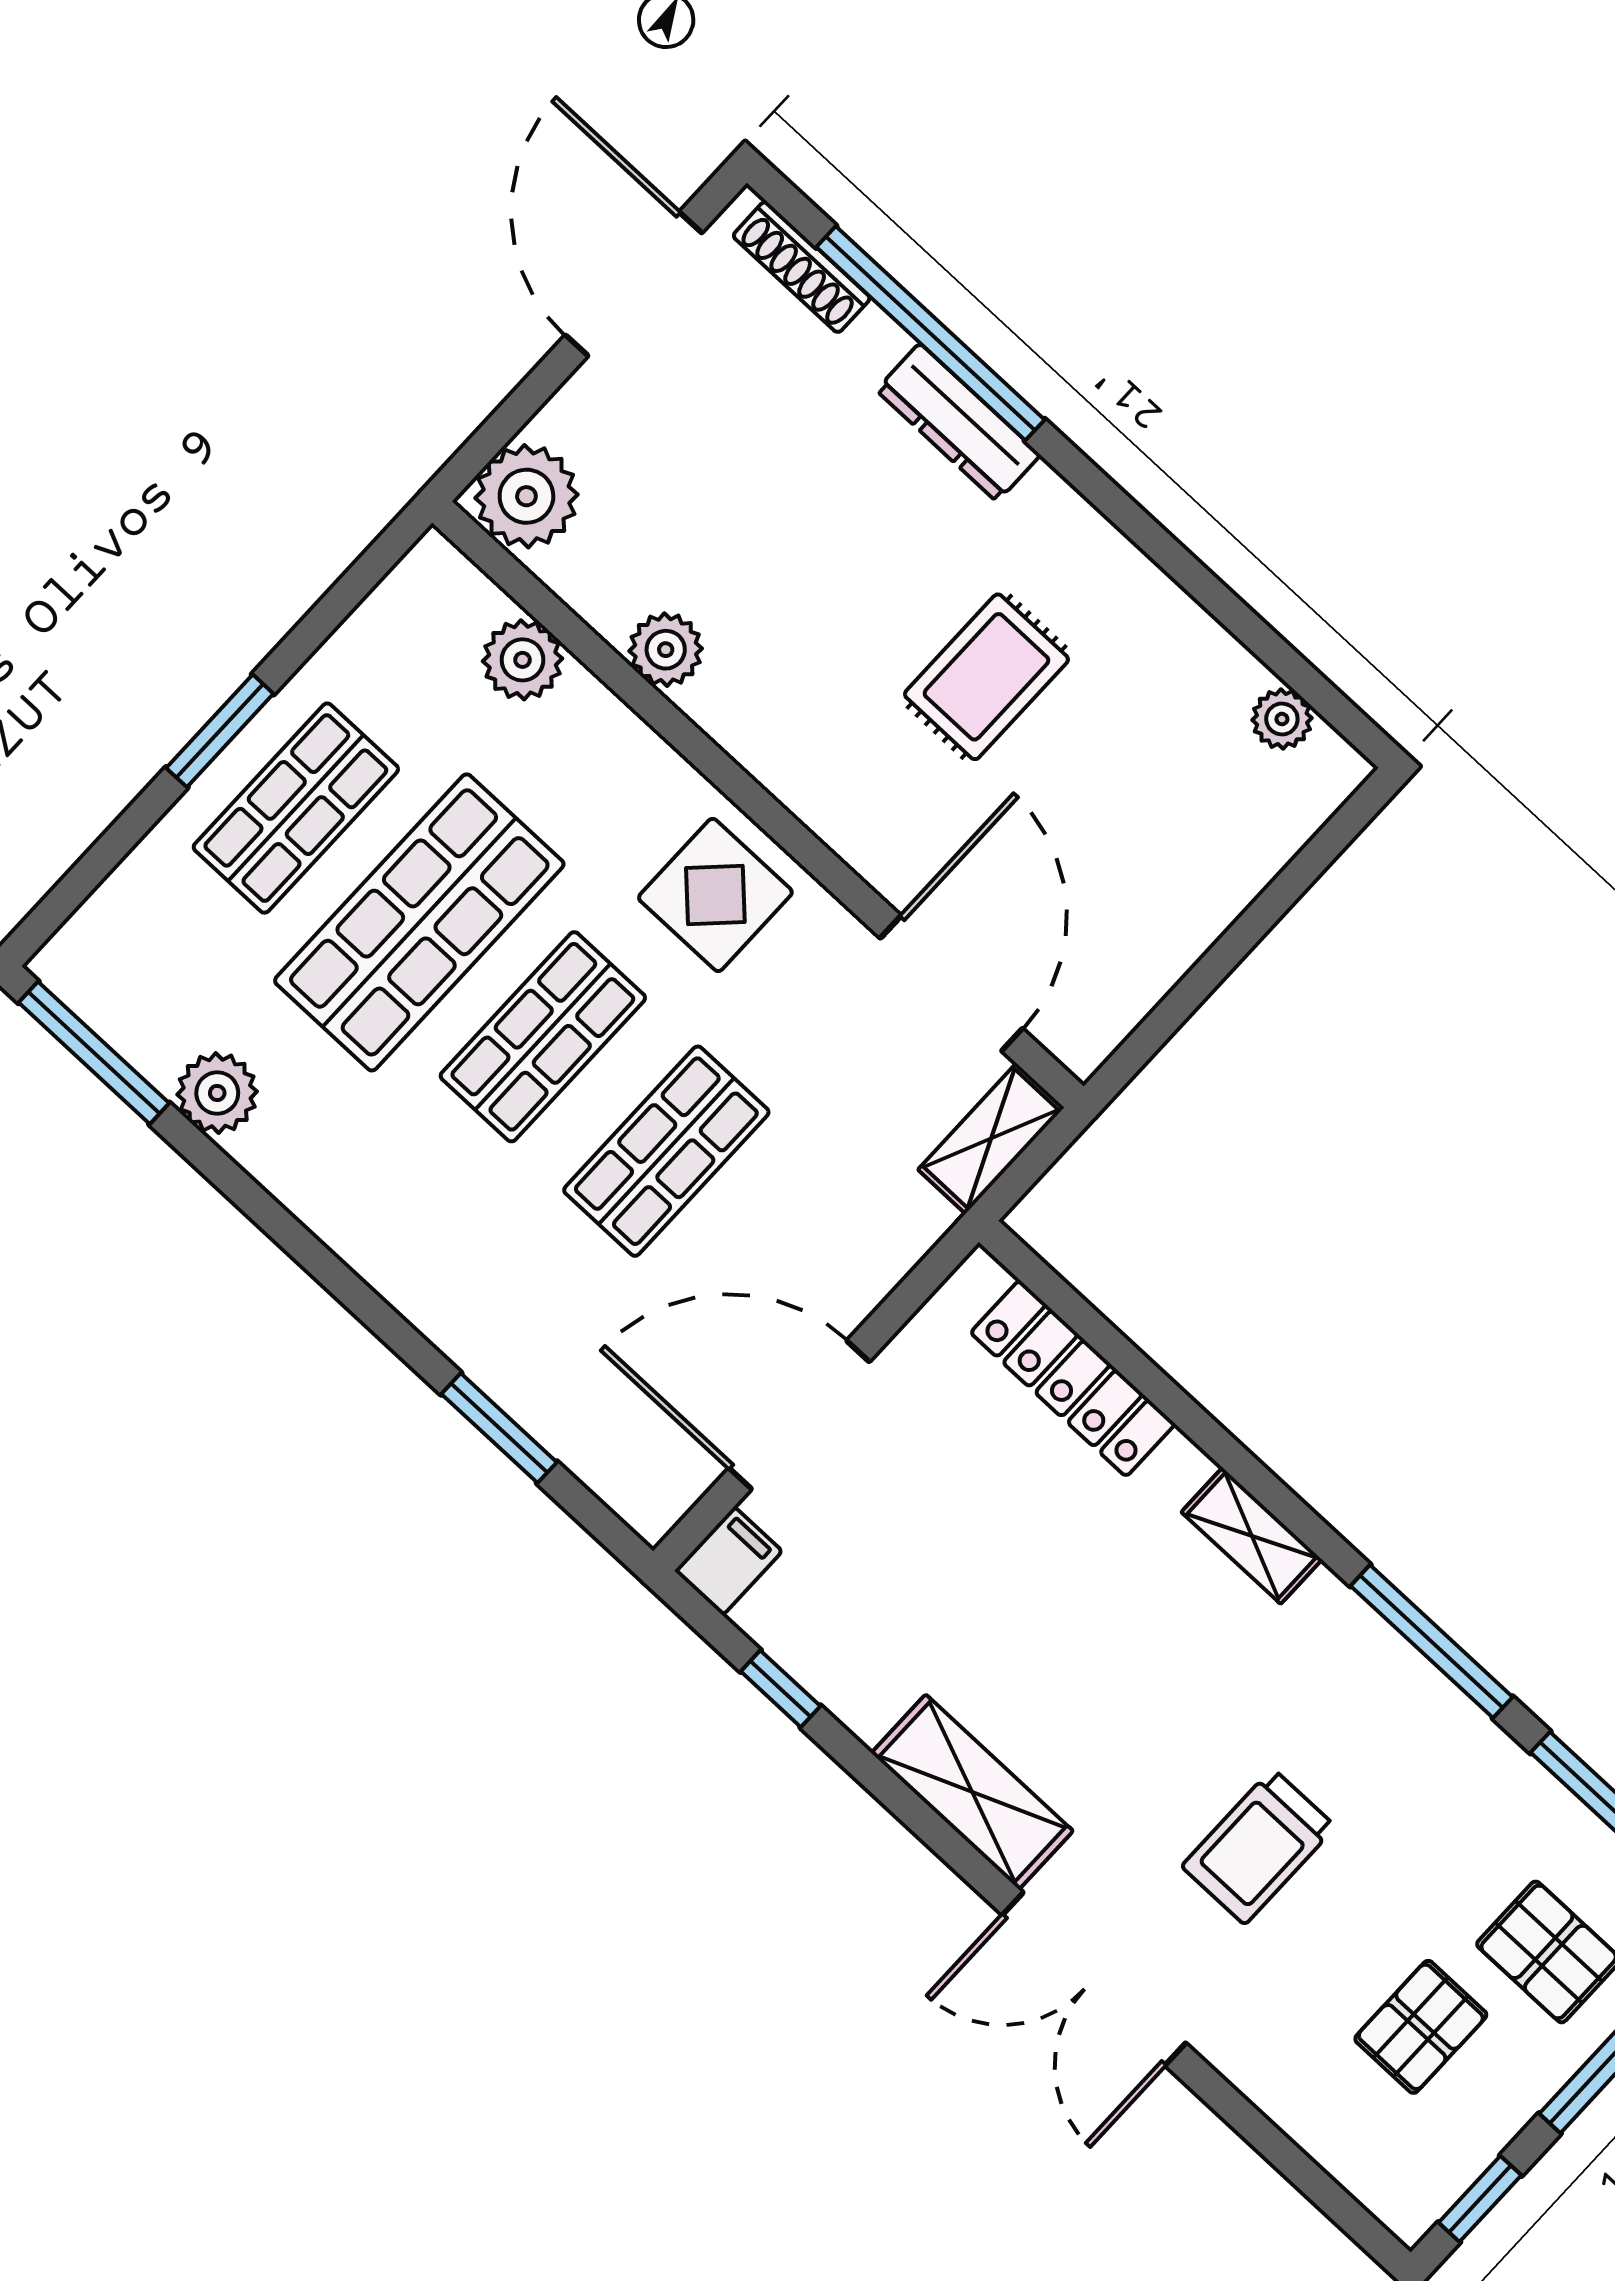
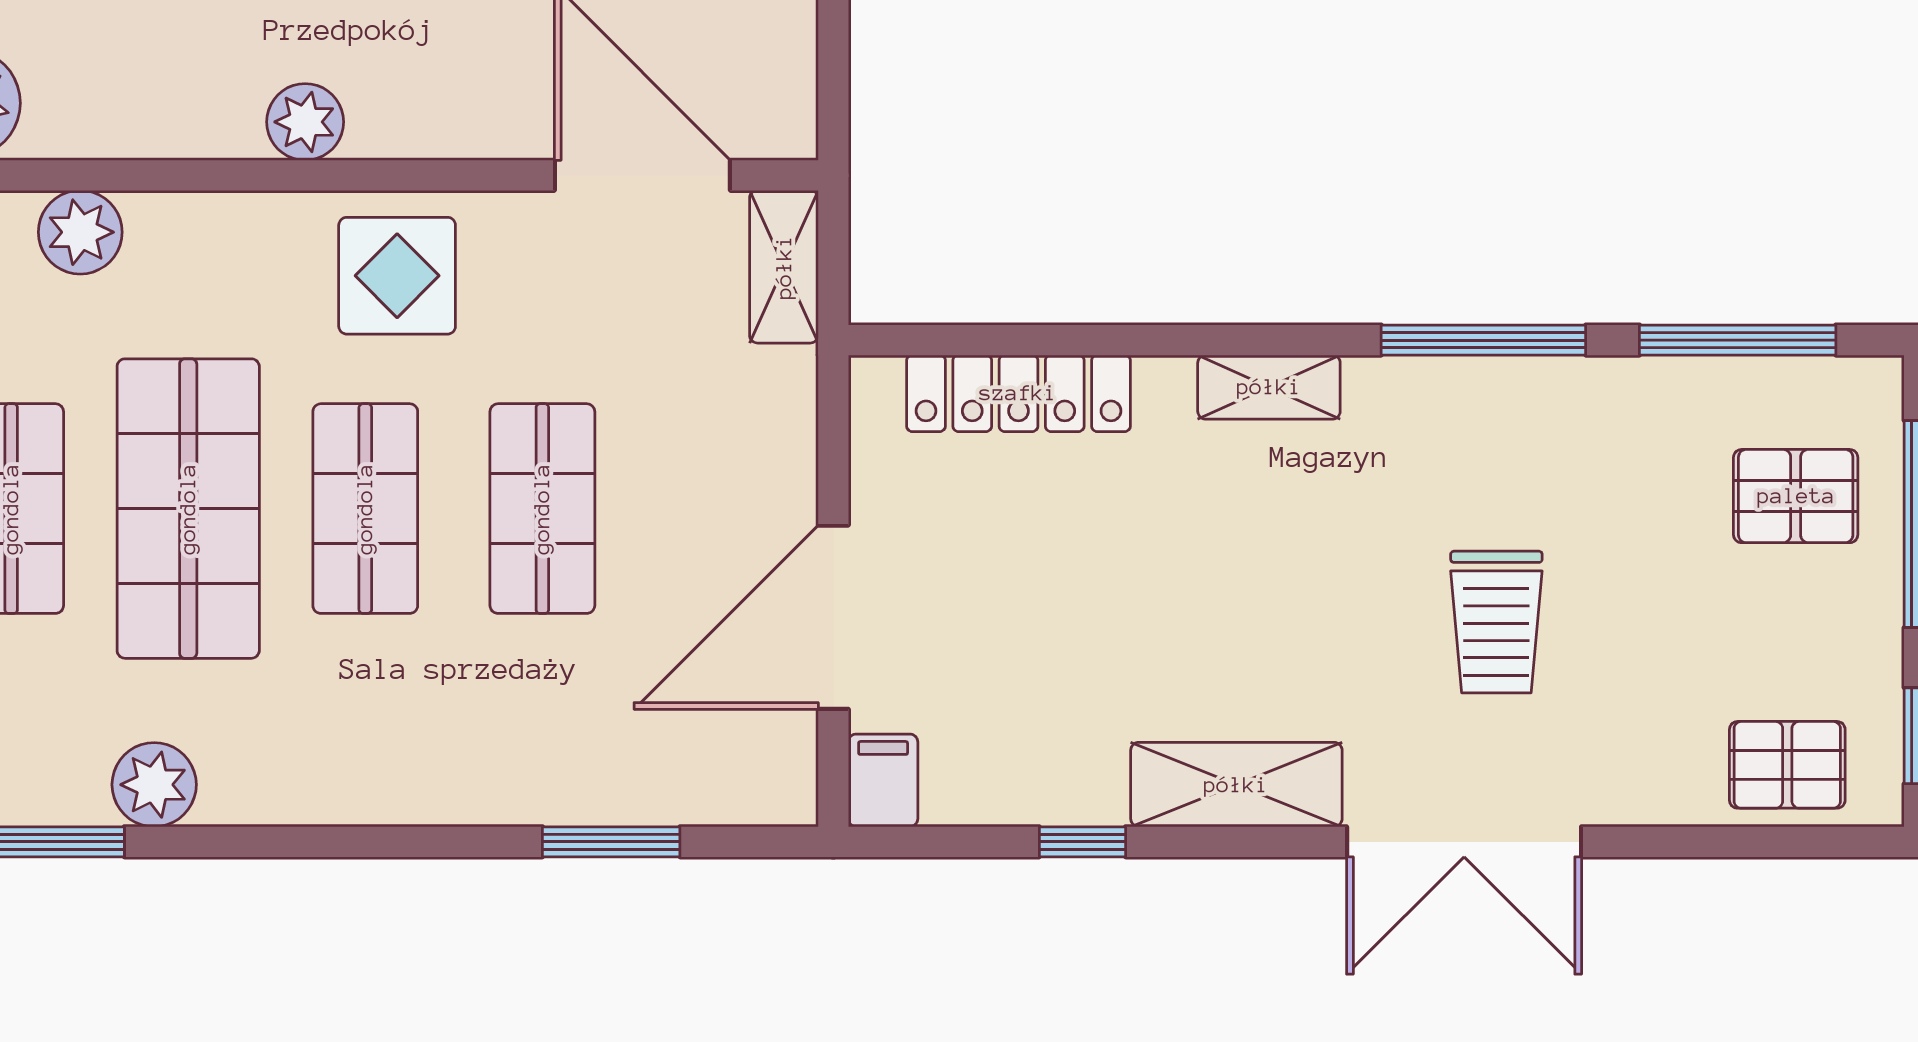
plant: (666, 650) -> (305, 122), moved
window: (781, 1689) -> (1082, 842), moved
pallet: (1421, 2027) -> (1787, 765), moved, turned 90

